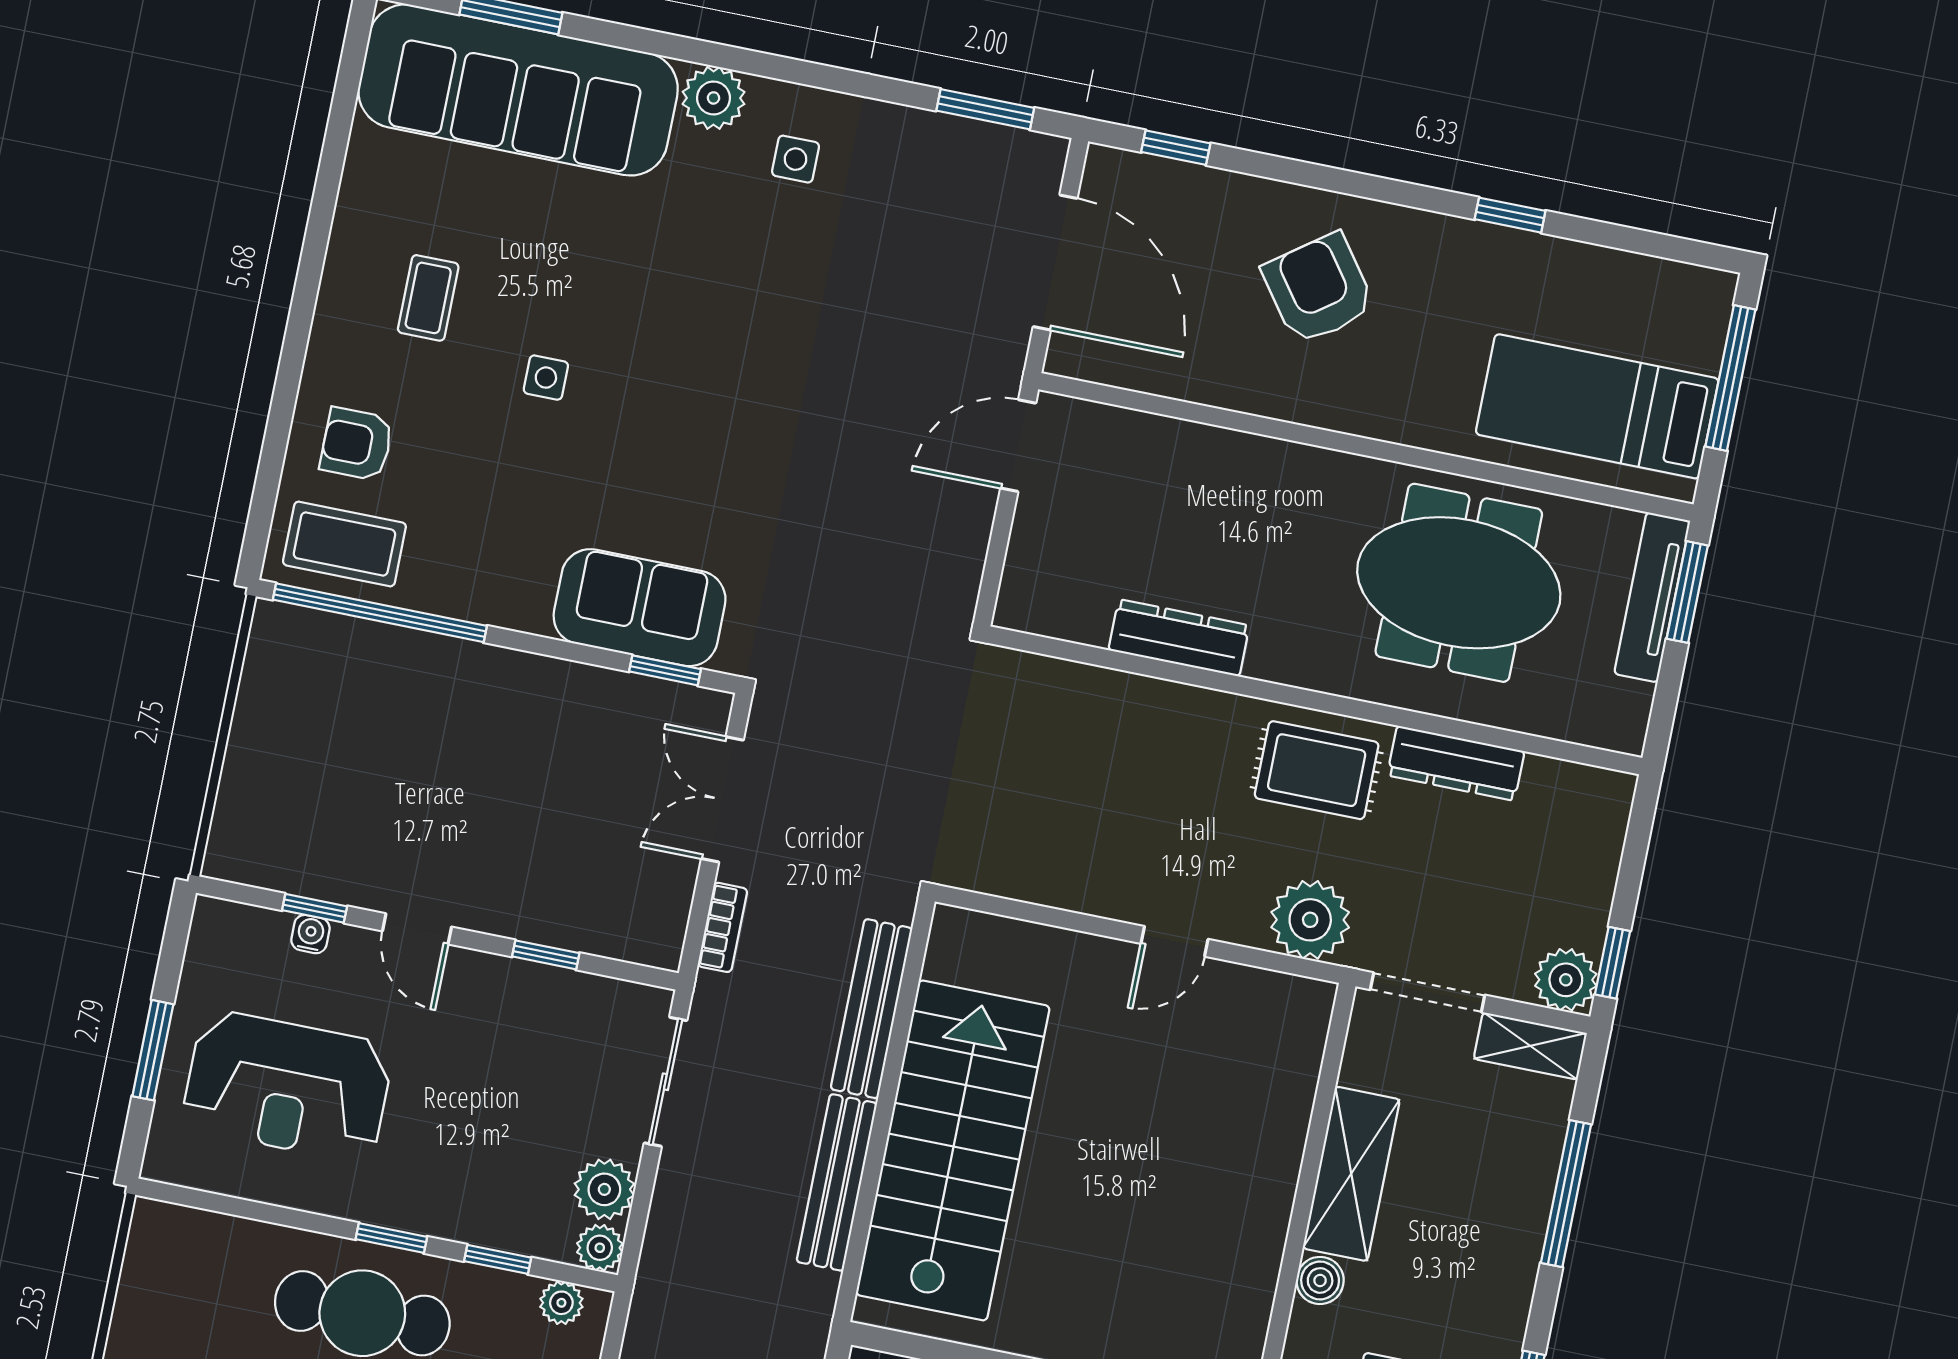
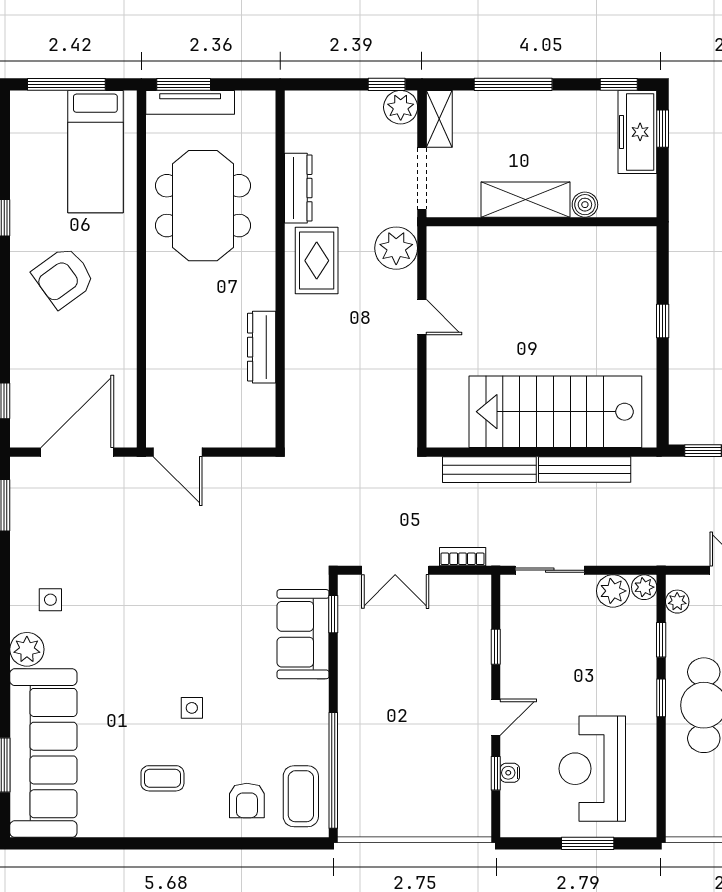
armchair: (1319, 289) -> (64, 277), moved
reception desk: (287, 1086) -> (592, 769), turned 180

